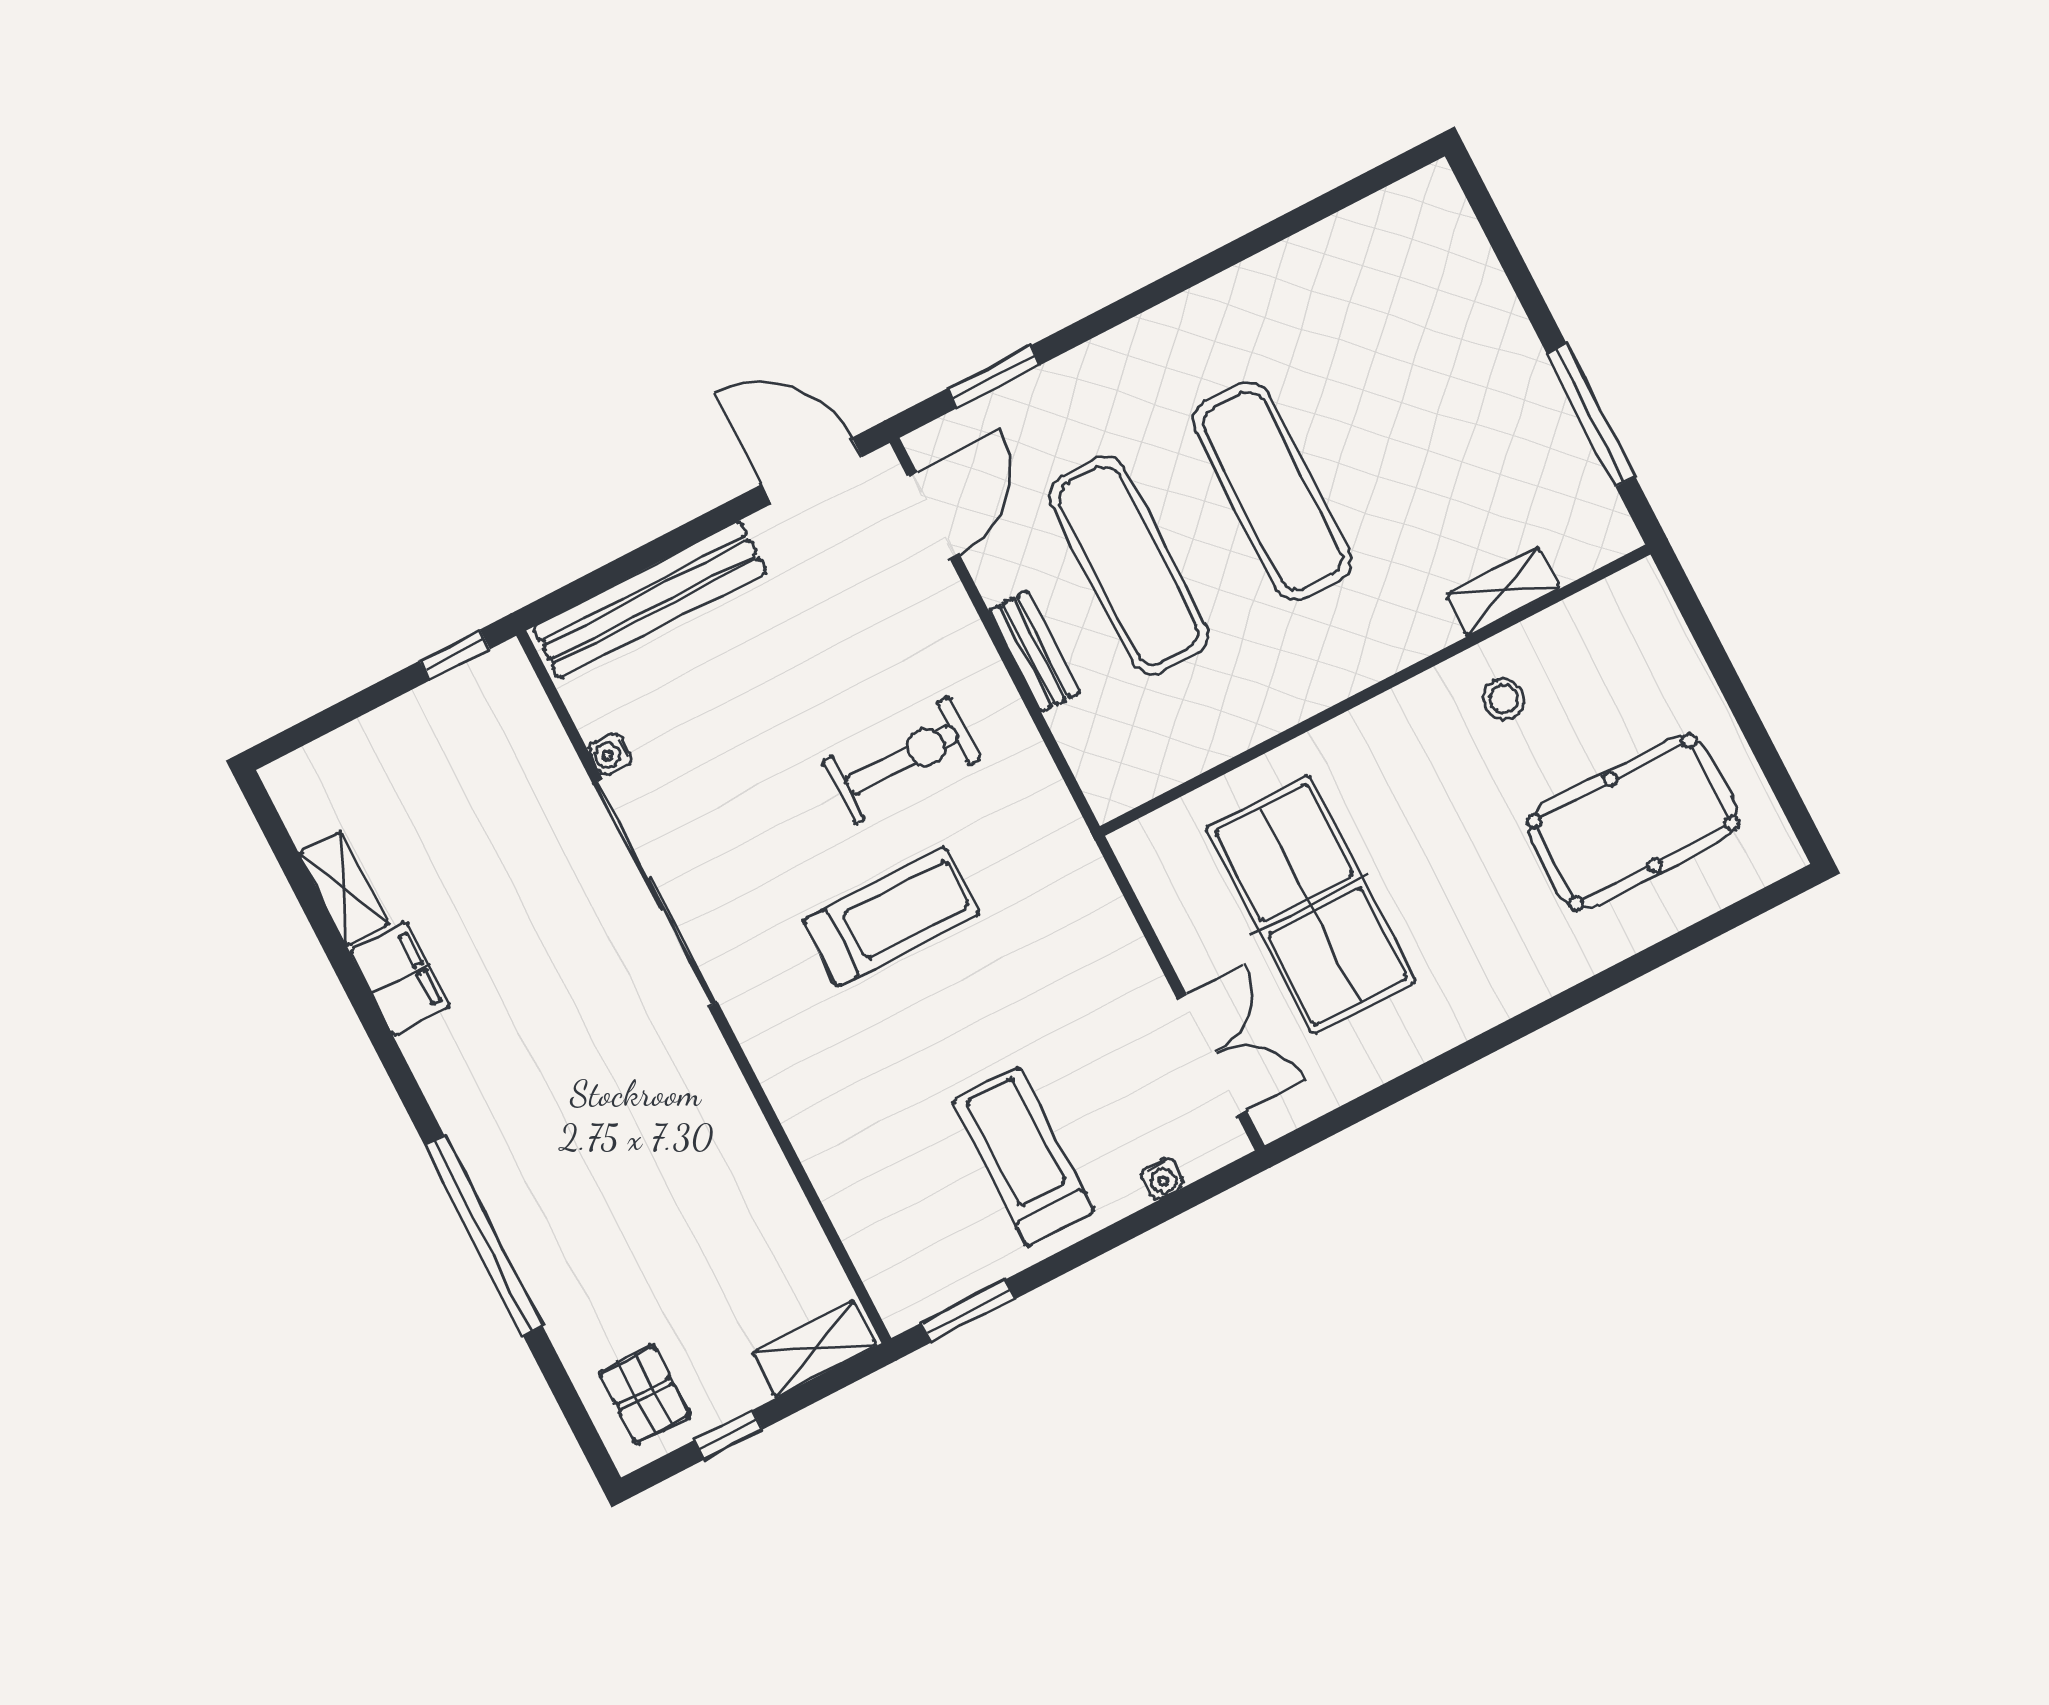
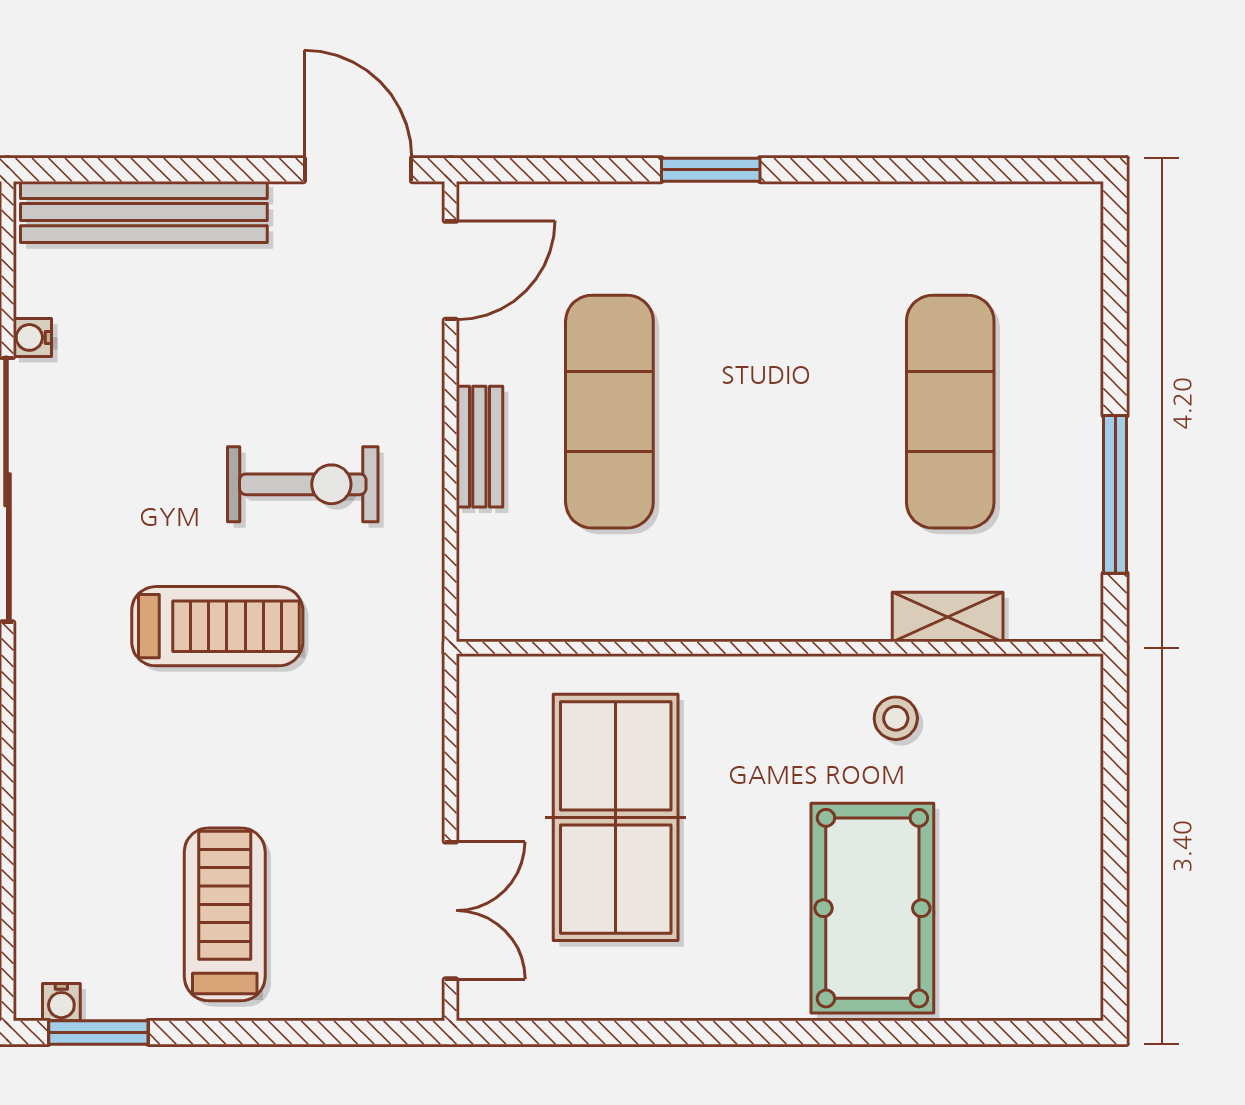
window: (994, 377) -> (711, 170), moved
exercise mat: (1272, 491) -> (950, 412), moved
pool table: (1633, 822) -> (872, 908), moved, turned 90
water cooler: (1162, 1178) -> (61, 1002), moved

